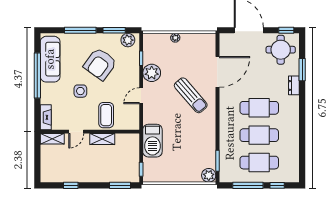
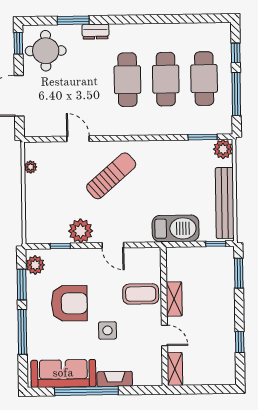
plant: (175, 38) -> (31, 167), moved
armchair: (100, 64) -> (69, 303), turned -36
door: (217, 72) -> (78, 139), width x0.53
fireplace: (46, 117) -> (115, 379), moved
bench: (170, 176) -> (225, 203), added

